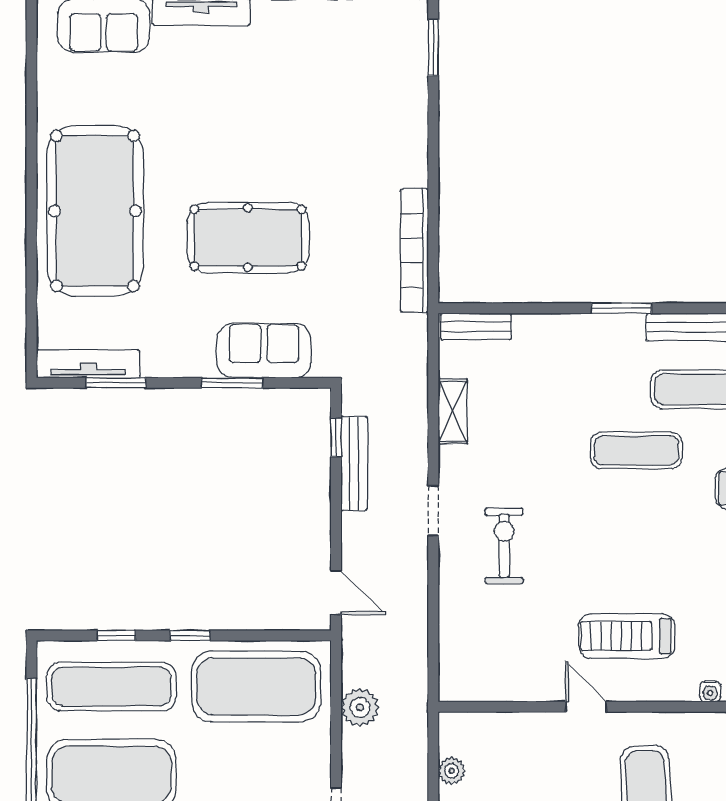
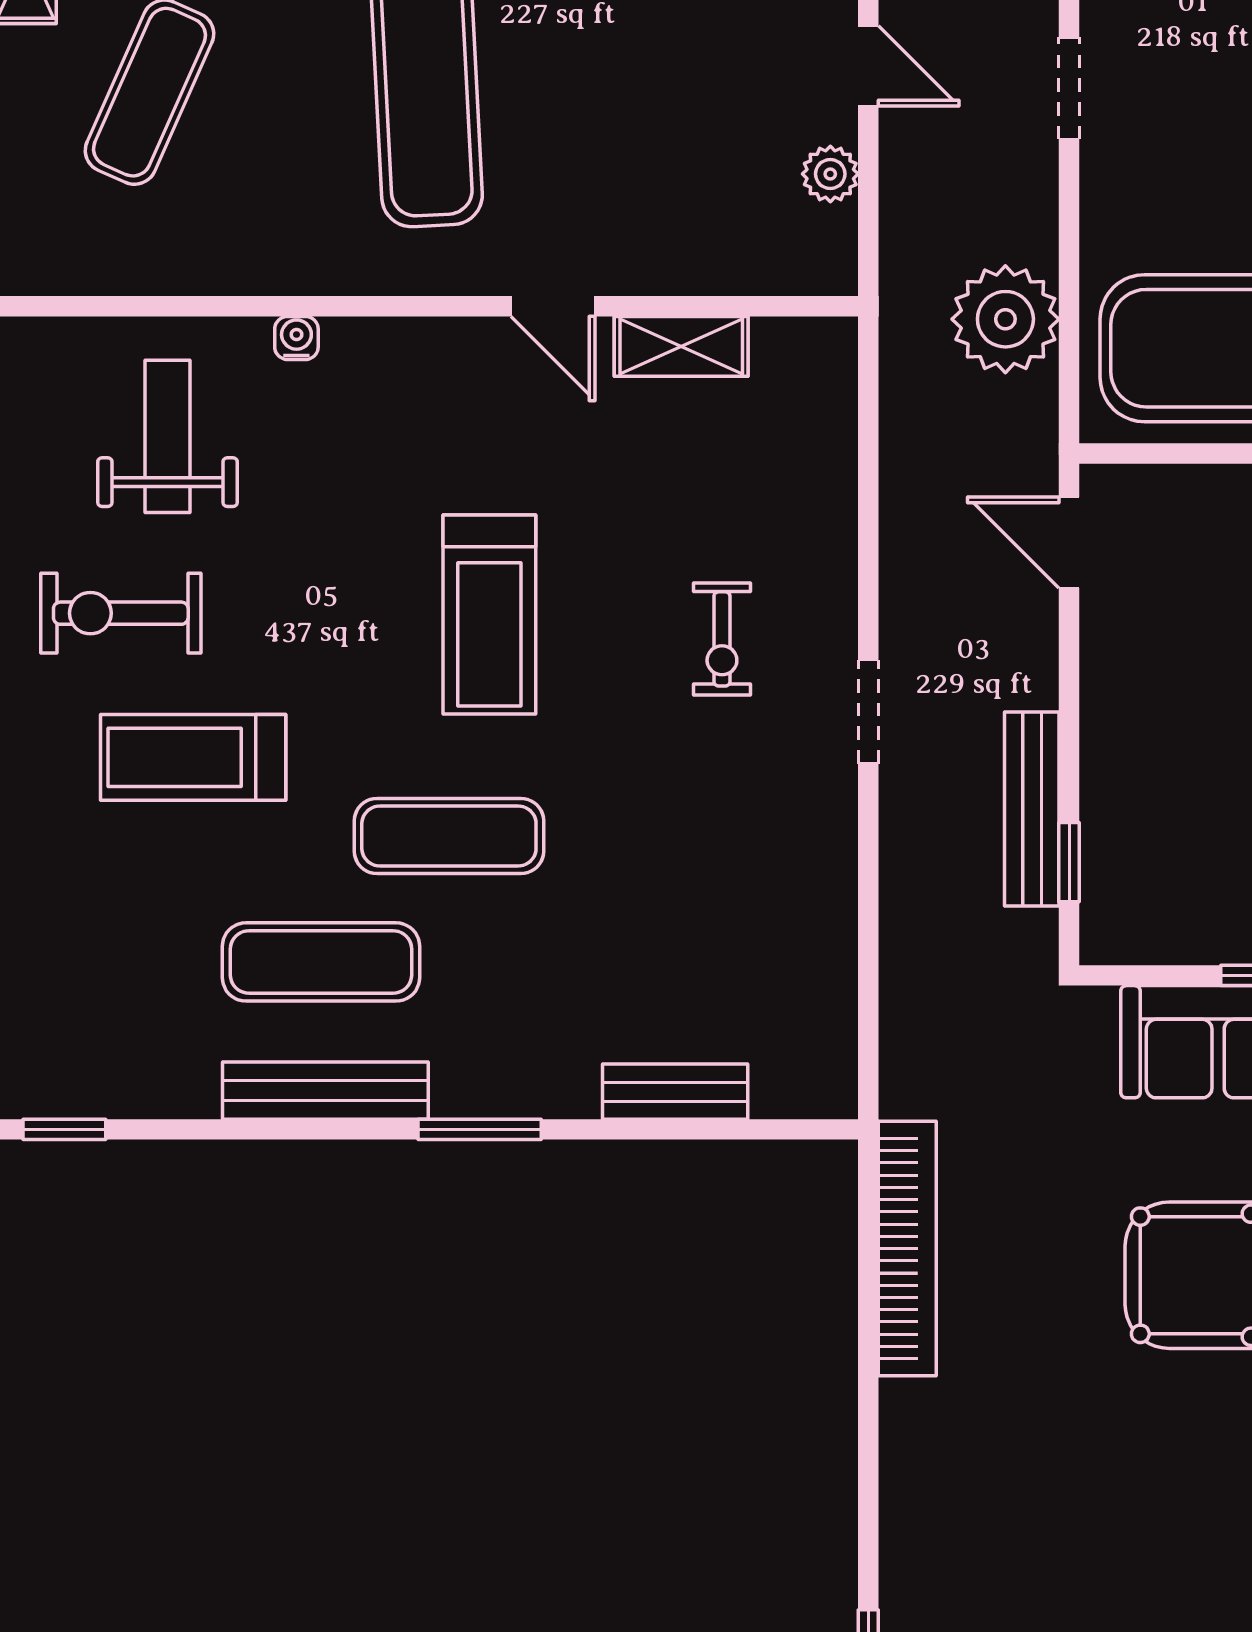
bench: (476, 327) -> (675, 1092), moved
shelving: (453, 411) -> (681, 346), moved, turned 90
exercise bike: (504, 546) -> (722, 639), width x0.73, depth x0.72
treadmill: (627, 636) -> (489, 615), moved, turned 90
plant: (360, 707) -> (1005, 319), width x1.36, depth x1.36

